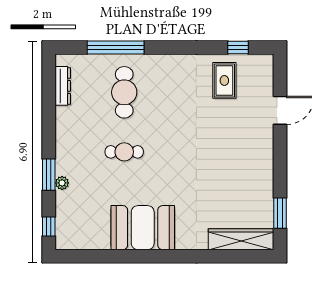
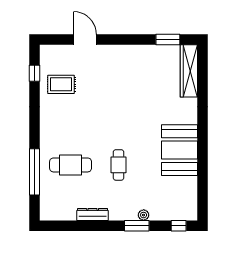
dresser: (63, 86) -> (93, 214), moved

